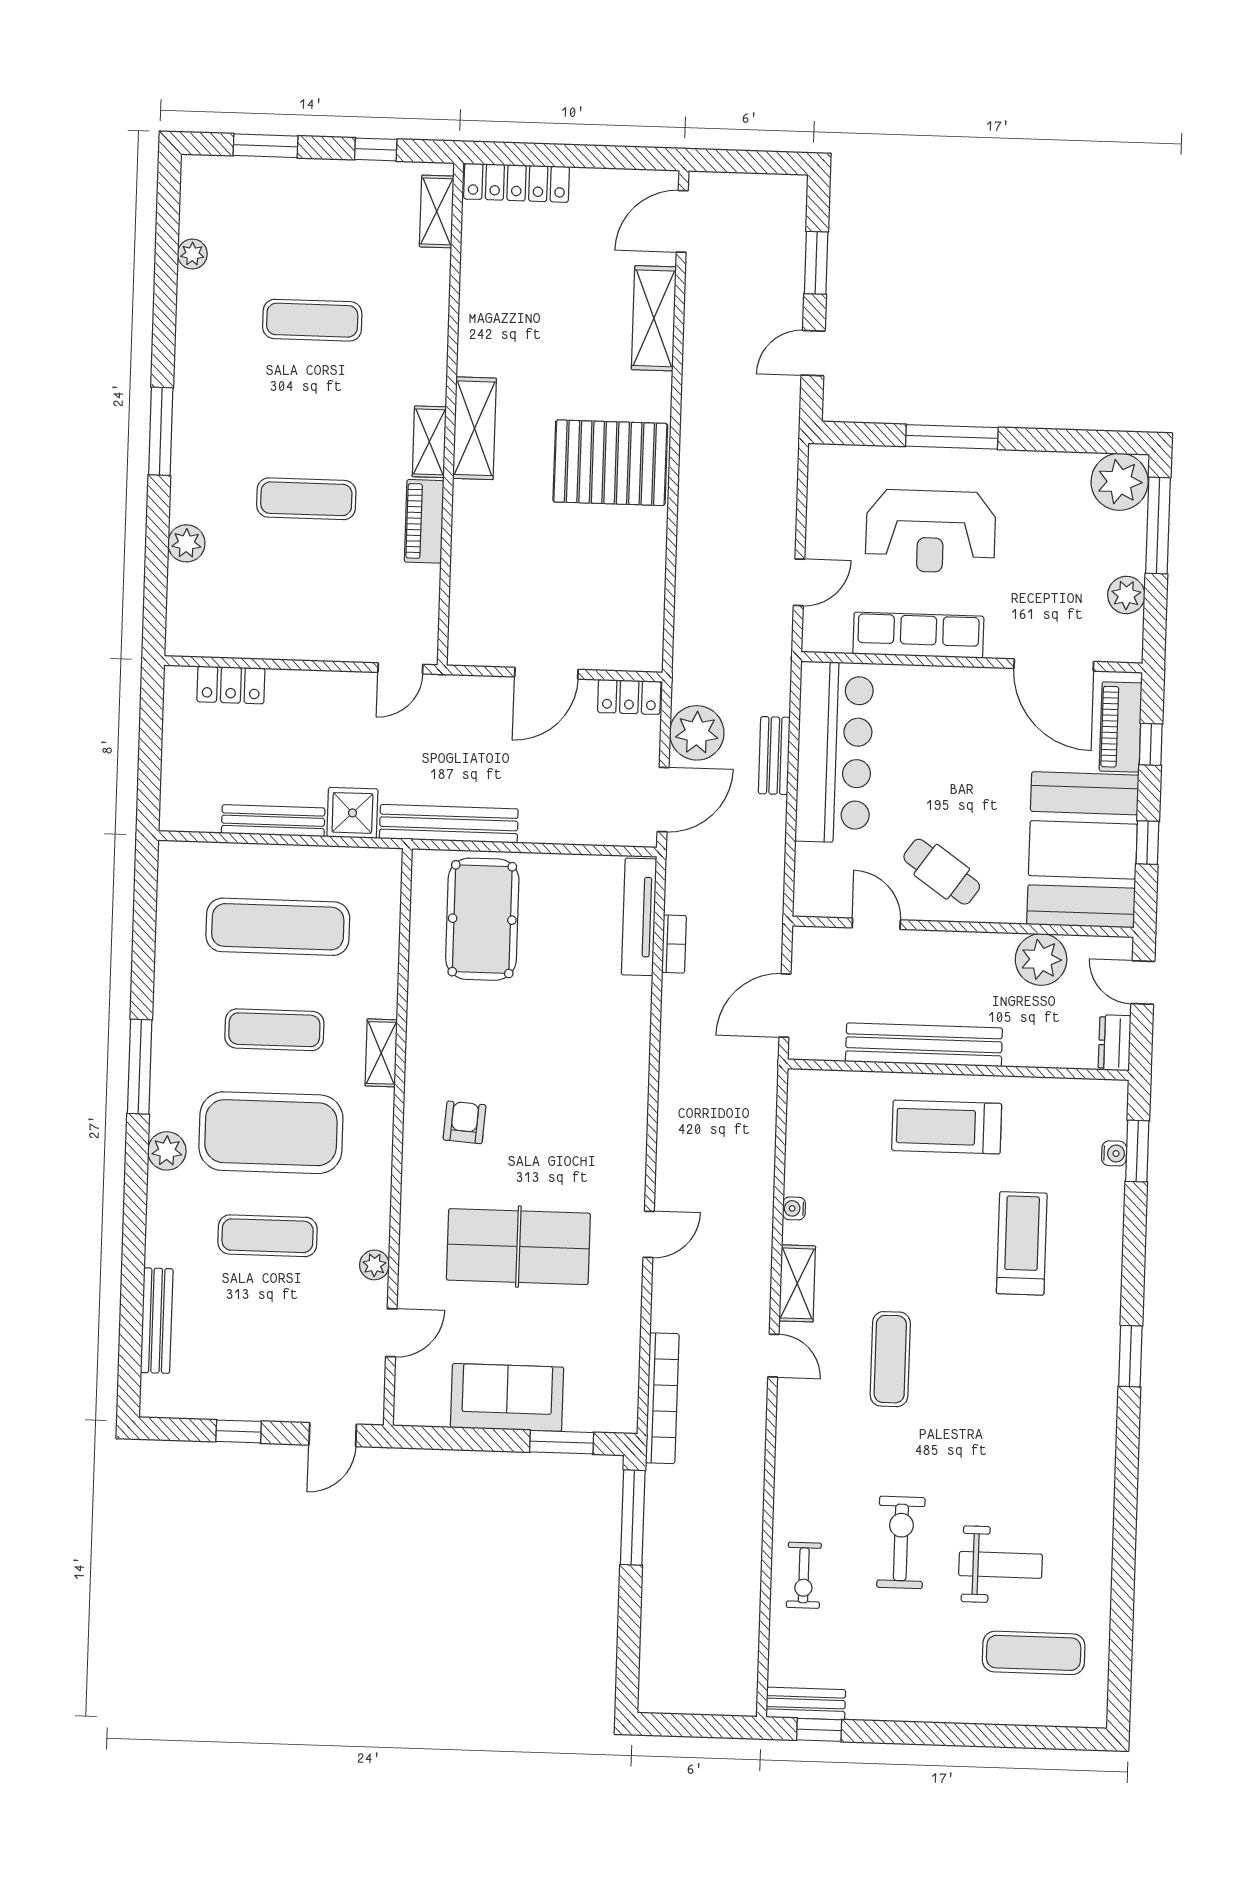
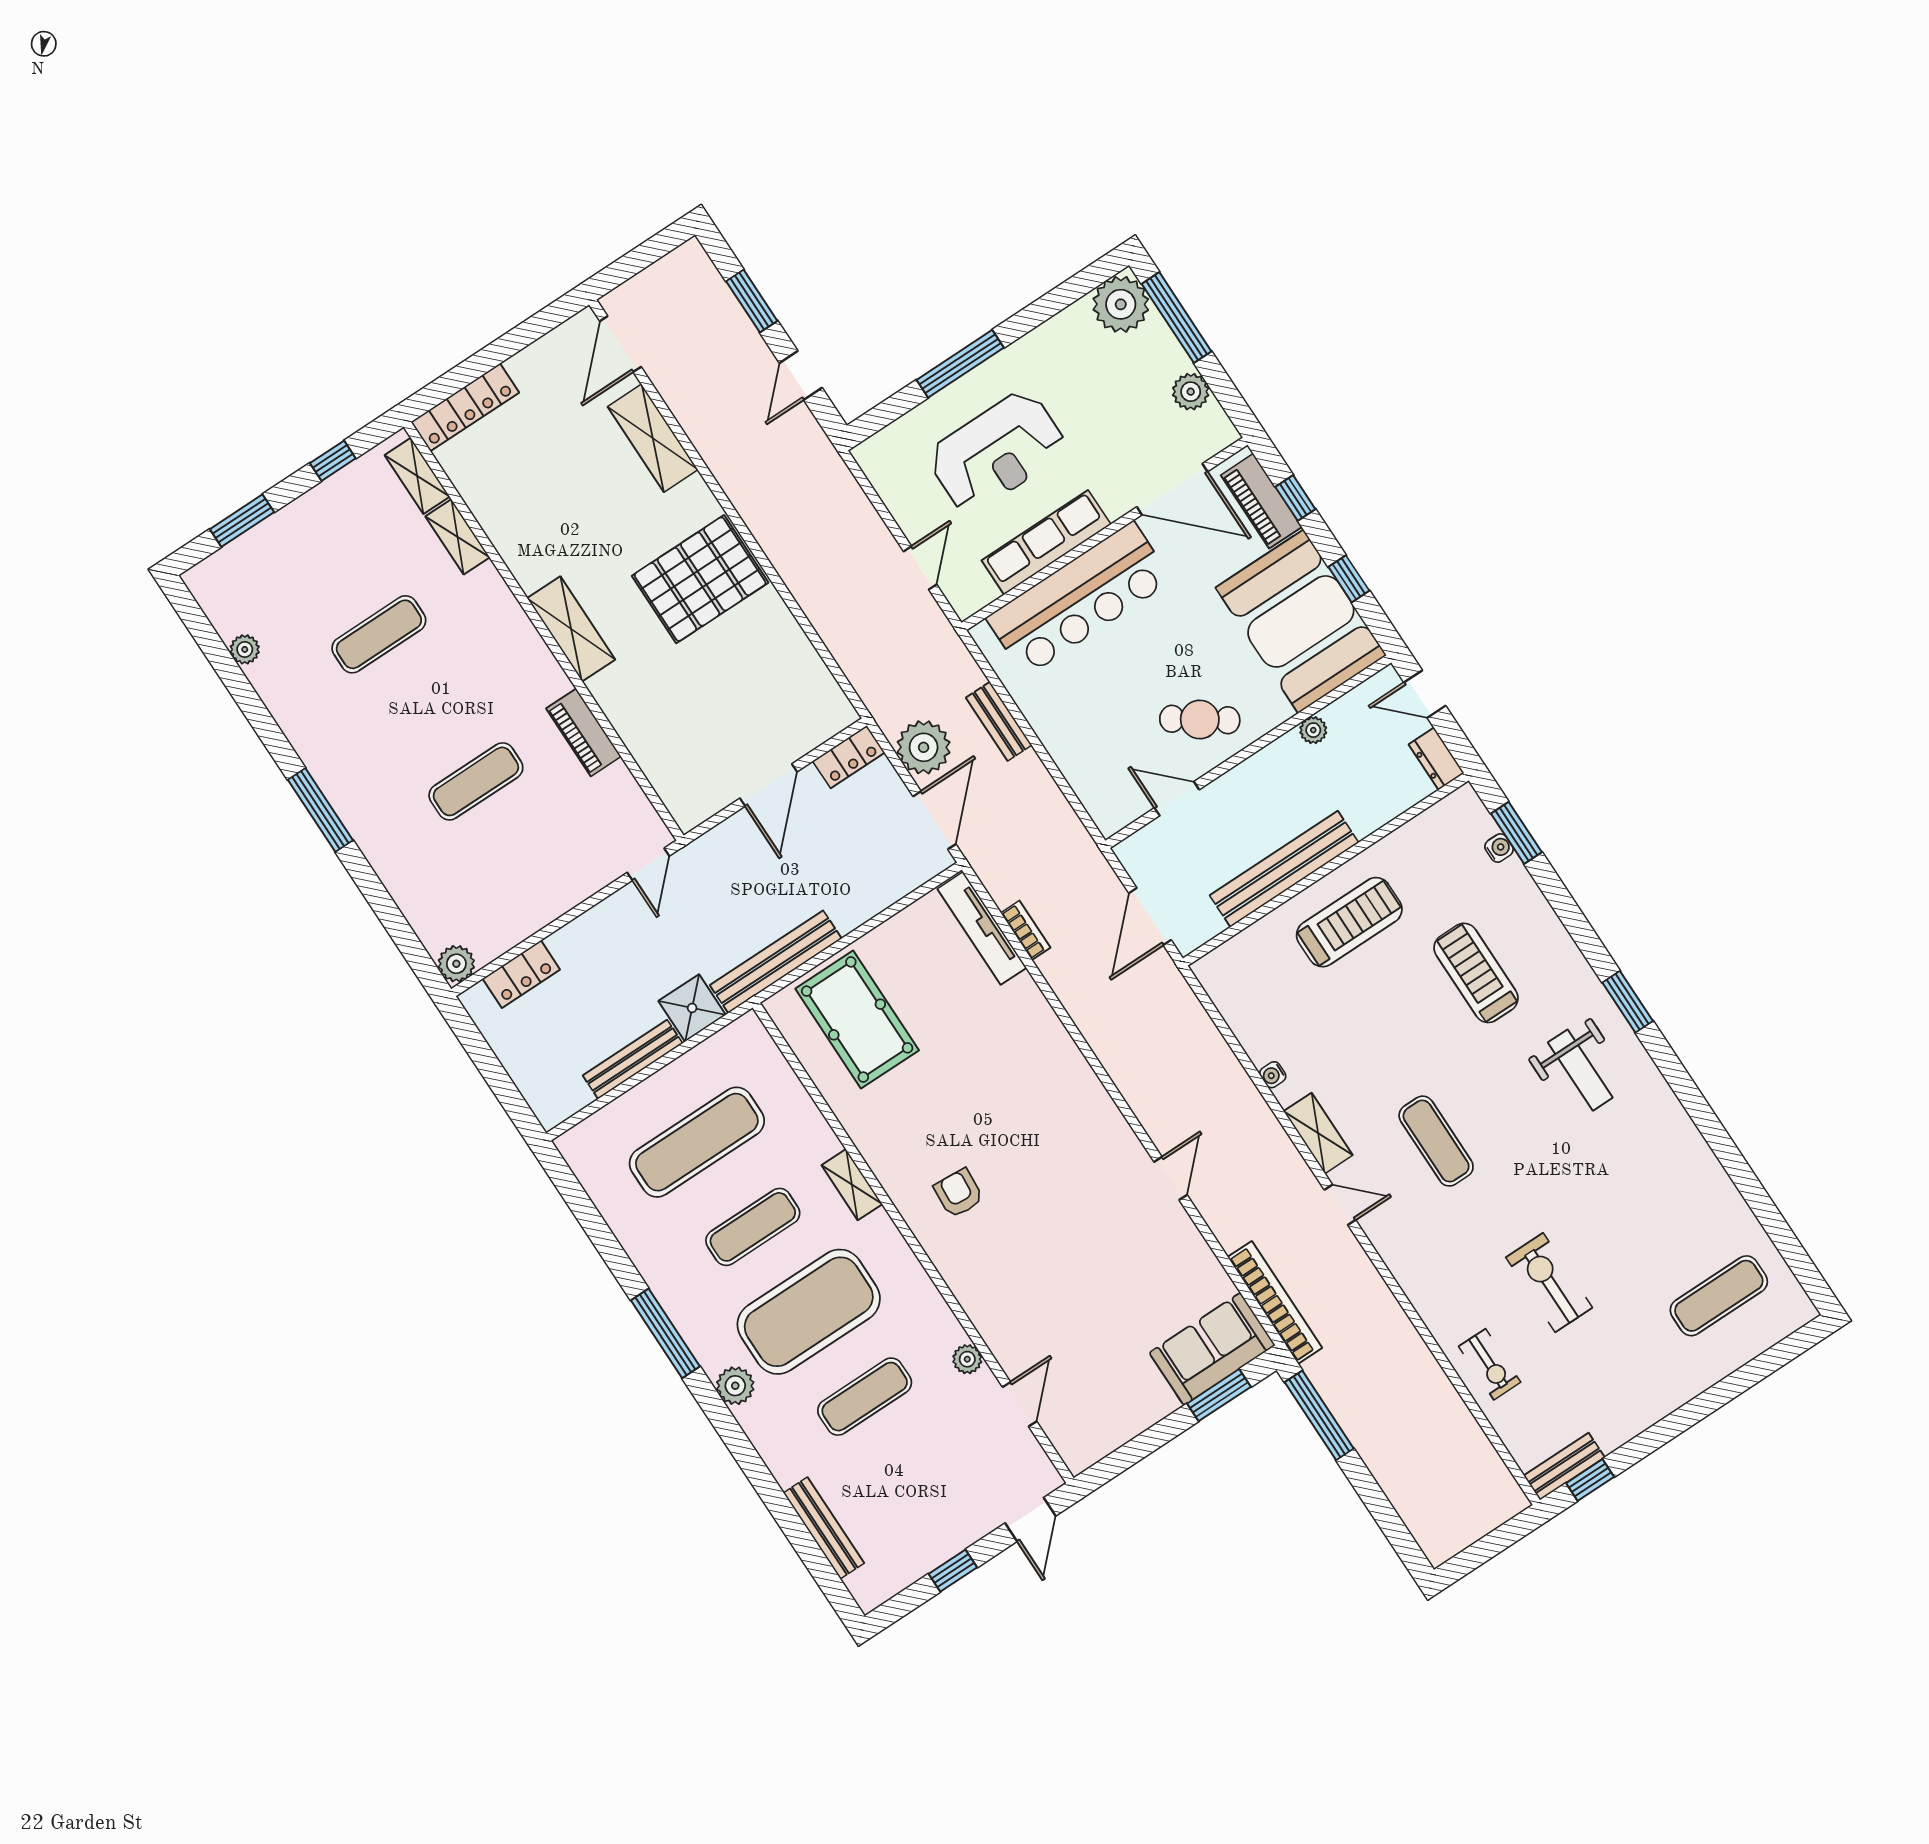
shelving: (429, 442) -> (458, 537), moved
plant: (186, 543) -> (456, 964), moved
bar counter: (834, 752) -> (1079, 599), moved, turned 90
plant: (1041, 959) -> (1313, 730), width x0.53, depth x0.53
treadmill: (947, 1127) -> (1349, 922), turned 180
table tennis table: (518, 1247) -> (1073, 1262), removed
sofa: (507, 1397) -> (1212, 1349), moved
weight bench: (1001, 1565) -> (1580, 1070), moved, turned 90

